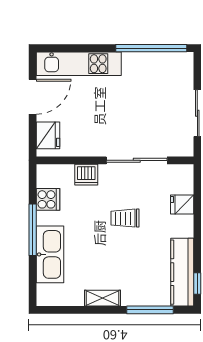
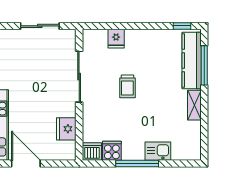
fridge: (48, 135) -> (66, 129), moved, turned -90
dishwasher: (86, 175) -> (92, 152), moved, turned -90
kitchen sink: (50, 254) -> (158, 151), width x0.53, depth x0.81
kitchen counter: (182, 272) -> (192, 60), moved, turned 90

